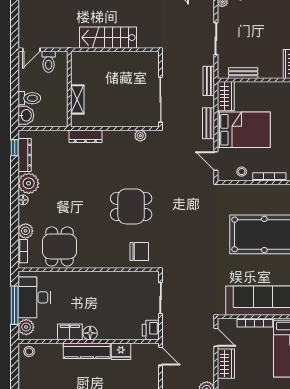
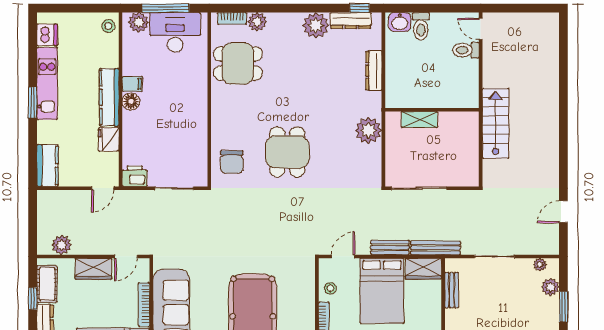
bench: (209, 81) -> (435, 248), width x1.36
wall: (69, 89) -> (432, 110), moved
shelving: (77, 99) -> (419, 120), moved
dresser: (85, 136) -> (374, 71), moved
plant: (140, 136) -> (368, 130), moved, width x1.88, depth x1.88
floor lamp: (23, 200) -> (295, 19), removed
filing cabinet: (70, 332) -> (132, 84), width x0.50

